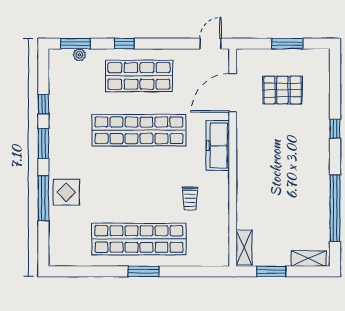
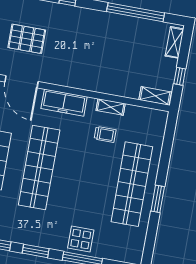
pallet: (283, 90) -> (27, 39), turned 90
shelving: (222, 199) -> (111, 107), added
window: (143, 271) -> (158, 199), moved
window: (271, 271) -> (180, 76), width x0.67

